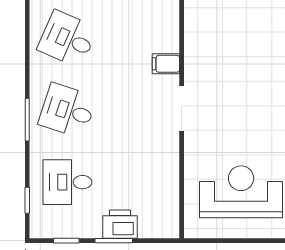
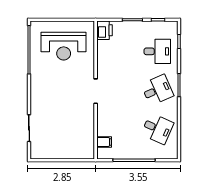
filing cabinet: (166, 64) -> (104, 142), moved
desk: (67, 111) -> (157, 90), turned -42
printer: (120, 224) -> (105, 30), moved, turned -90

